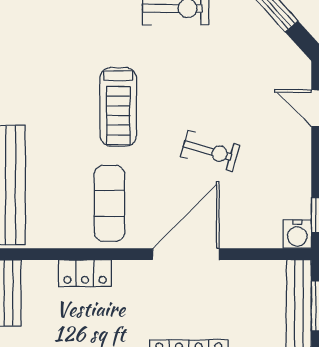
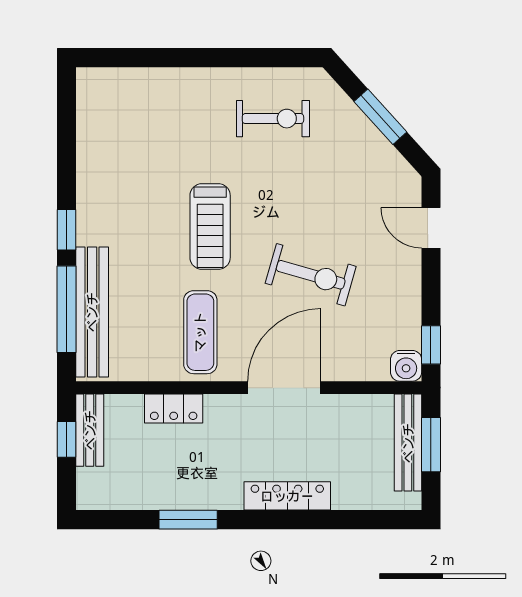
exercise bike: (210, 151) -> (311, 275), width x1.38, depth x1.39

